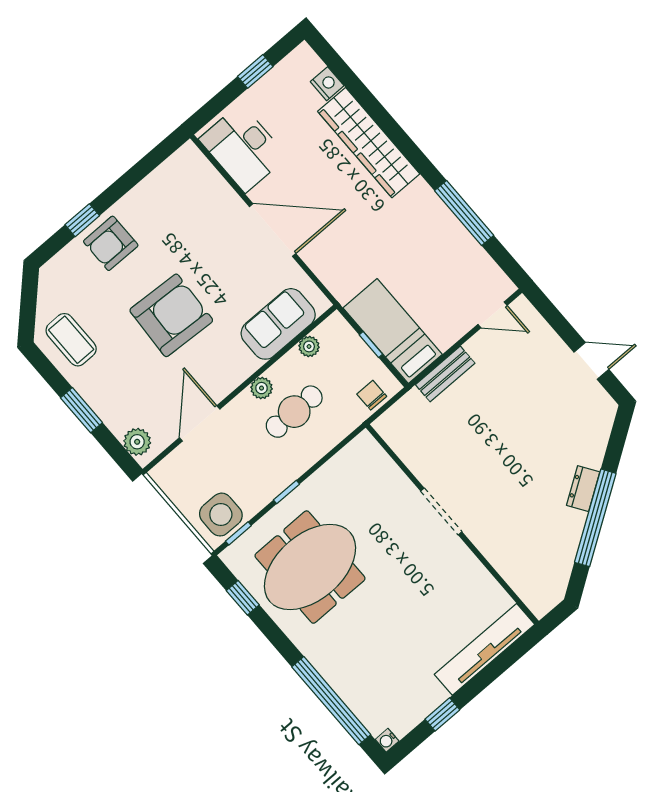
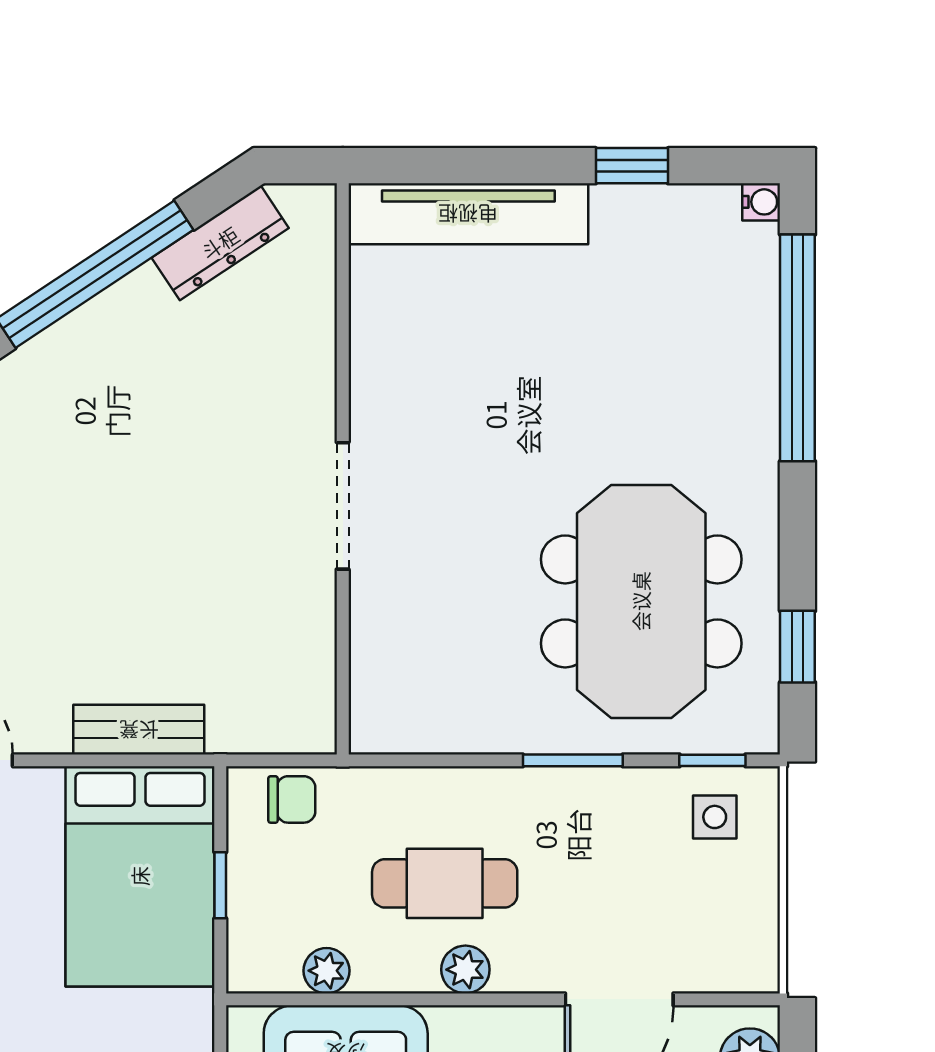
bed: (393, 331) -> (140, 876), width x1.50
chair: (372, 395) -> (292, 799), turned -90
dresser: (583, 489) -> (220, 243), moved, width x1.44
window: (287, 492) -> (573, 760), width x1.50
side table: (221, 515) -> (715, 817), width x0.54, depth x0.54
meeting table: (310, 567) -> (641, 601), turned 90

